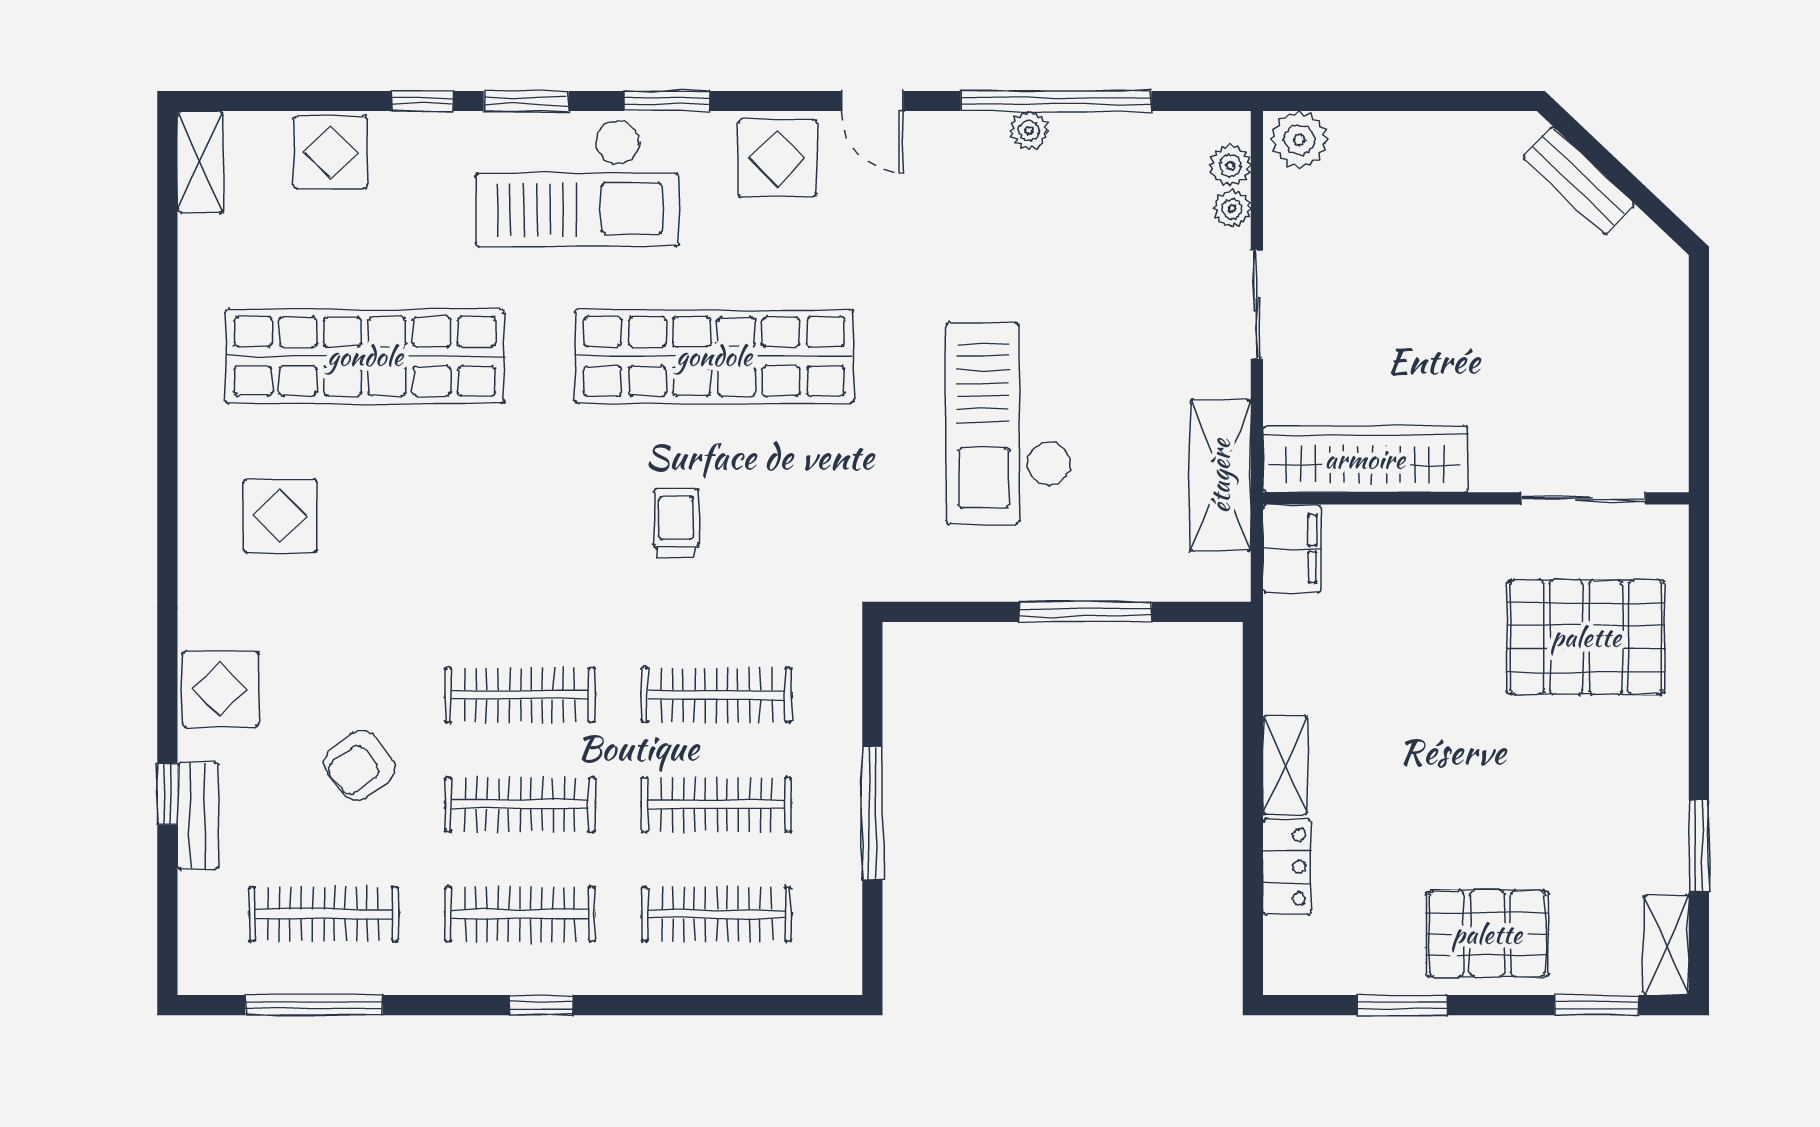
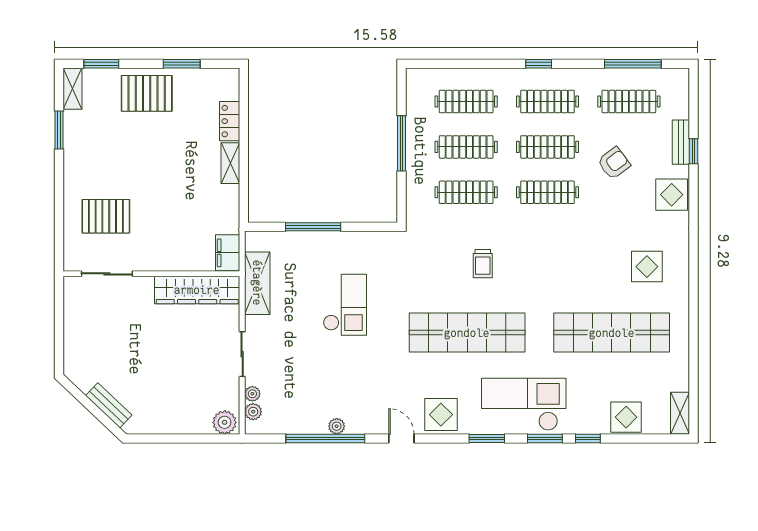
checkout: (1009, 423) -> (345, 305), width x0.73, depth x0.83
pallet: (1586, 637) -> (106, 216), width x0.73, depth x0.71

